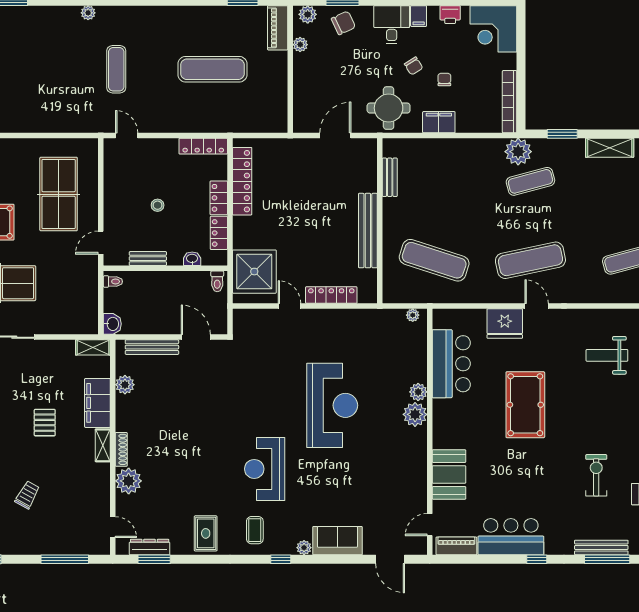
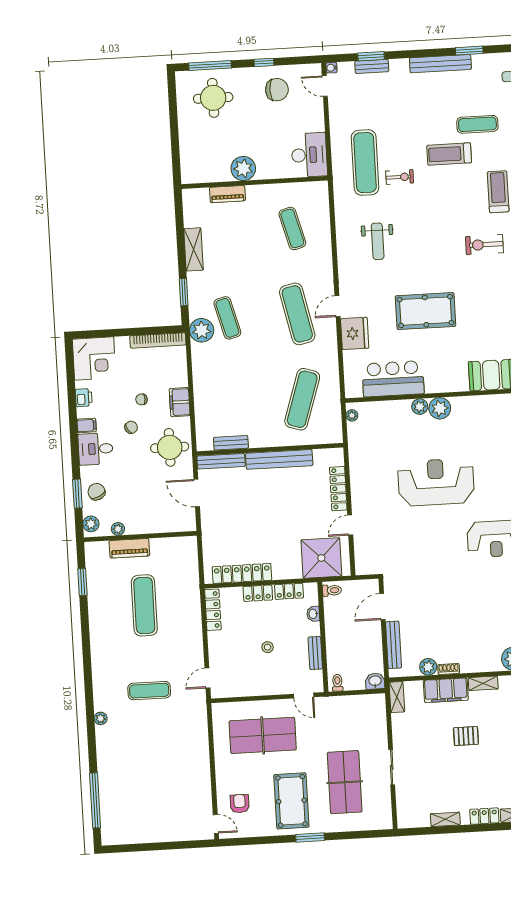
piano: (278, 28) -> (129, 548), moved
bench: (370, 165) -> (221, 461), added
shoe rack: (121, 449) -> (449, 669), moved, width x0.70

